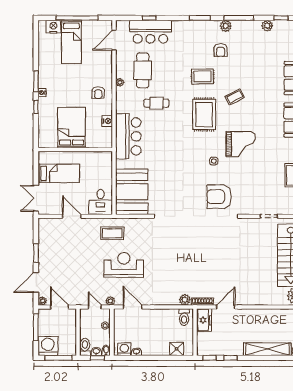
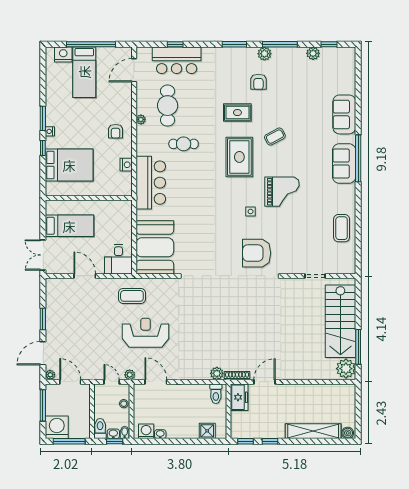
bed: (72, 128) -> (69, 165), moved, turned 90

